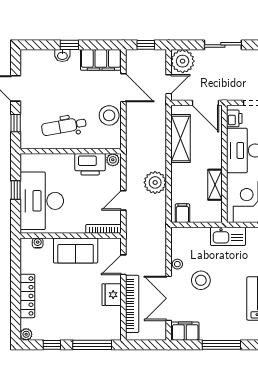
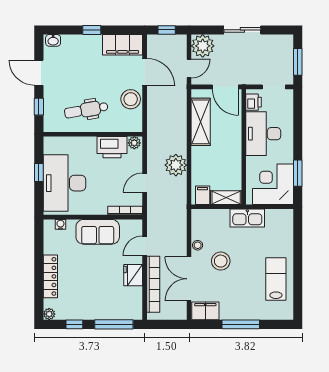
washbasin: (62, 55) -> (53, 40), moved
shelving: (215, 185) -> (226, 198), moved, turned 90

